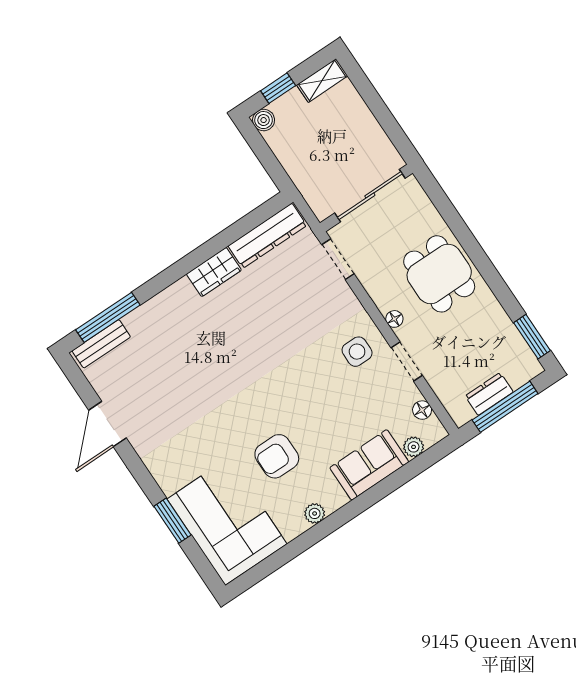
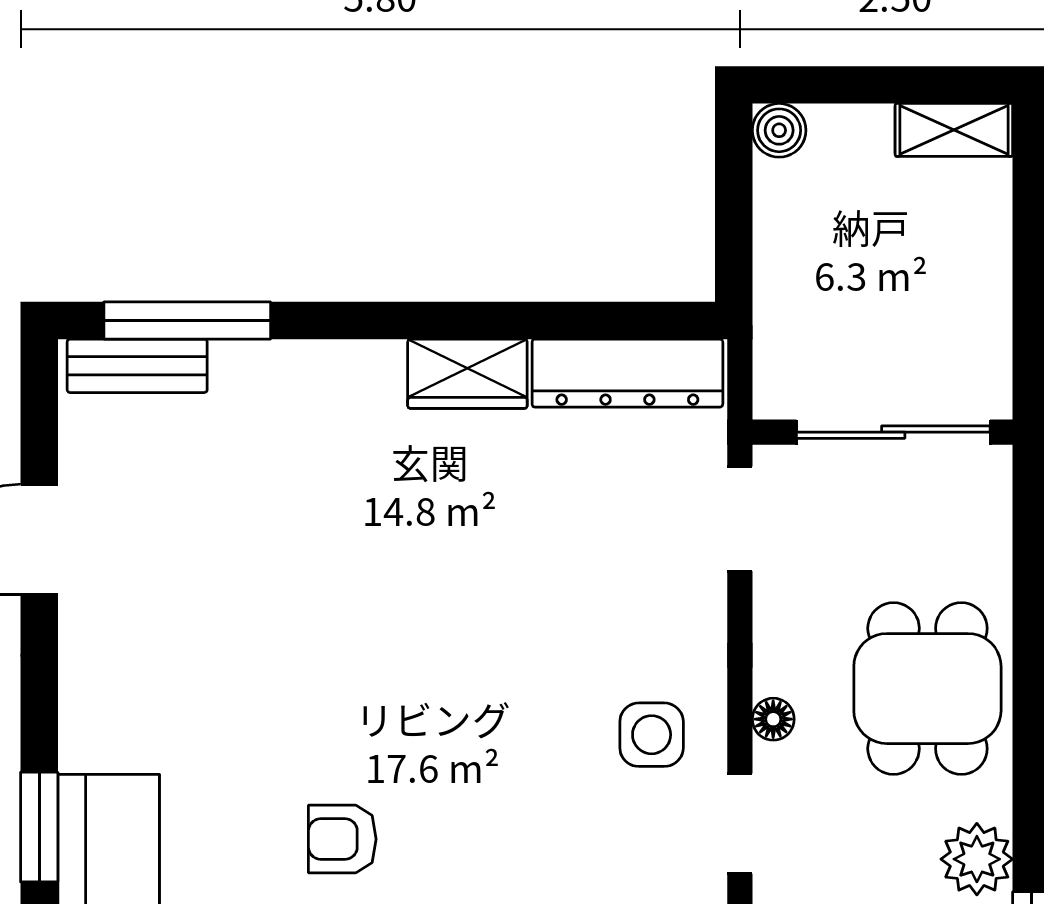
window: (278, 88) -> (853, 85), removed
plant: (494, 320) -> (977, 859), added
armchair: (277, 456) -> (342, 839), width x0.72, depth x0.72

